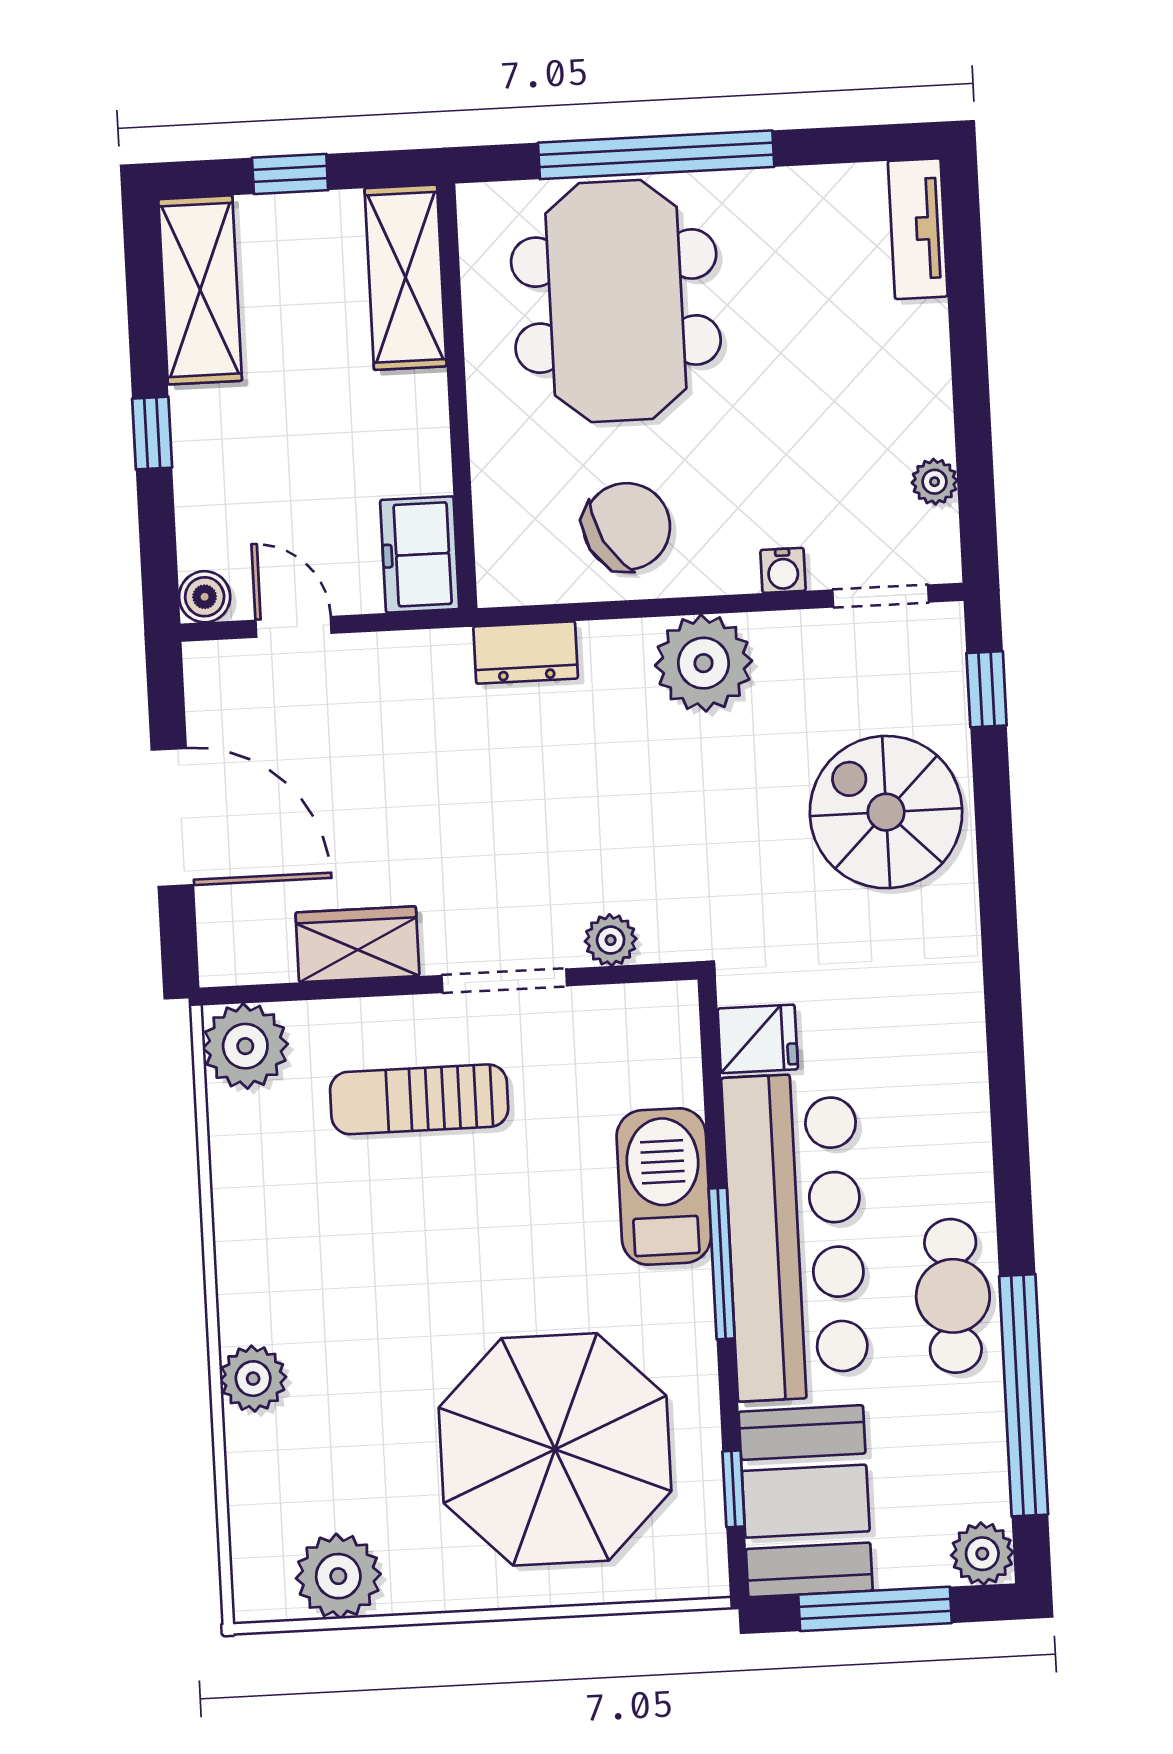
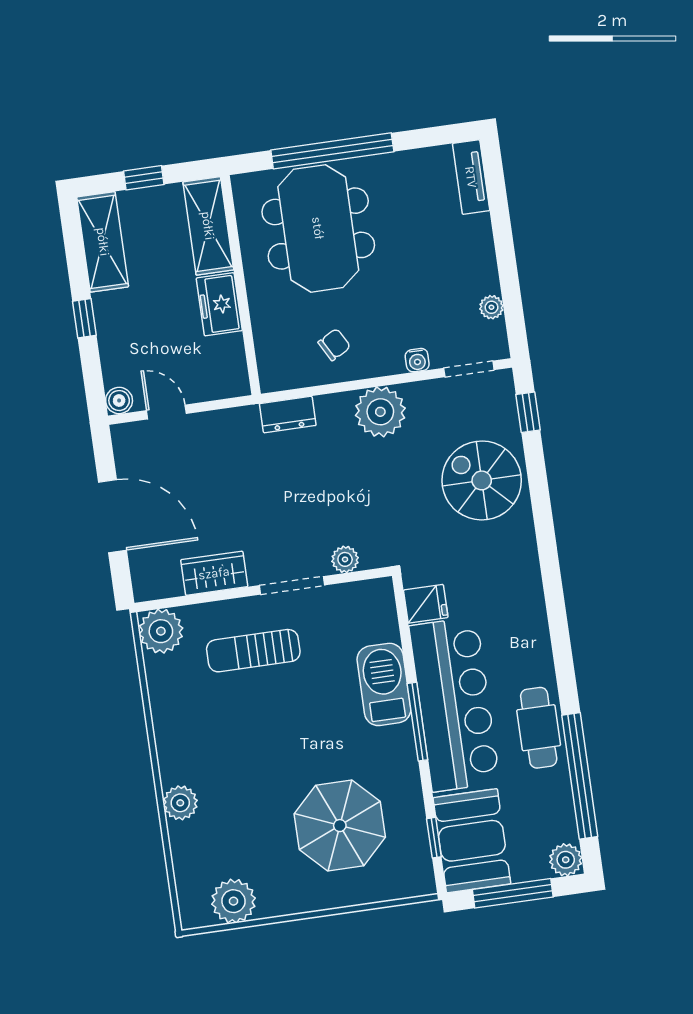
chair: (627, 526) -> (334, 345), width x0.54, depth x0.54
freezer: (420, 554) -> (219, 304), moved
parasol: (555, 1449) -> (340, 826), width x0.73, depth x0.73

